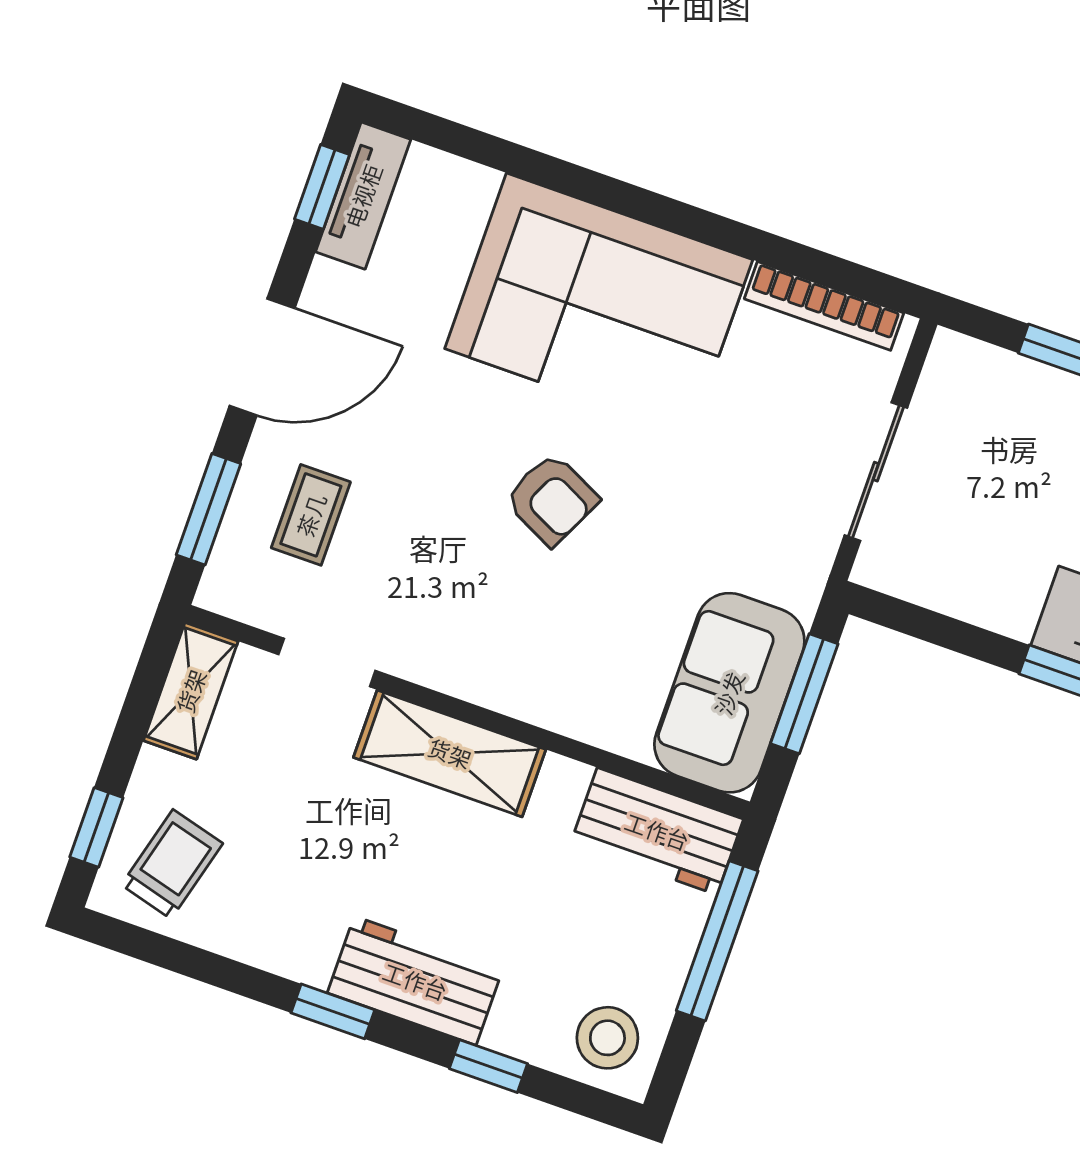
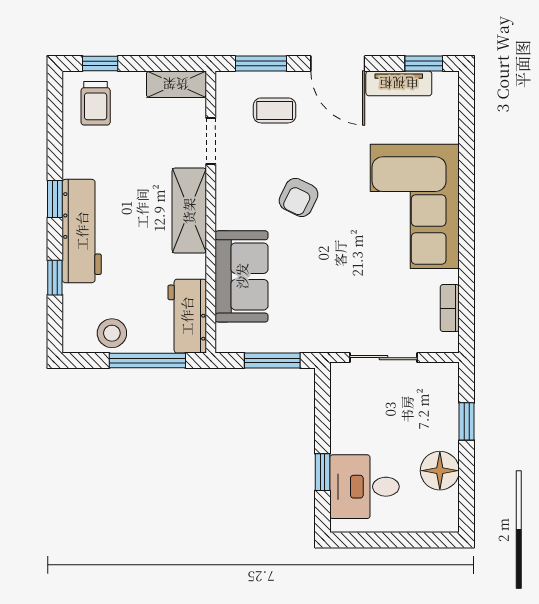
tv unit: (363, 196) -> (399, 83), moved
bookcase: (824, 306) -> (450, 308), width x0.64
armchair: (552, 499) -> (299, 197), moved
sofa: (729, 693) -> (242, 276), moved, turned 90
trolley: (172, 864) -> (96, 103), turned 75
workbench: (415, 981) -> (82, 231), width x1.38
stool: (607, 1038) -> (112, 333), moved

